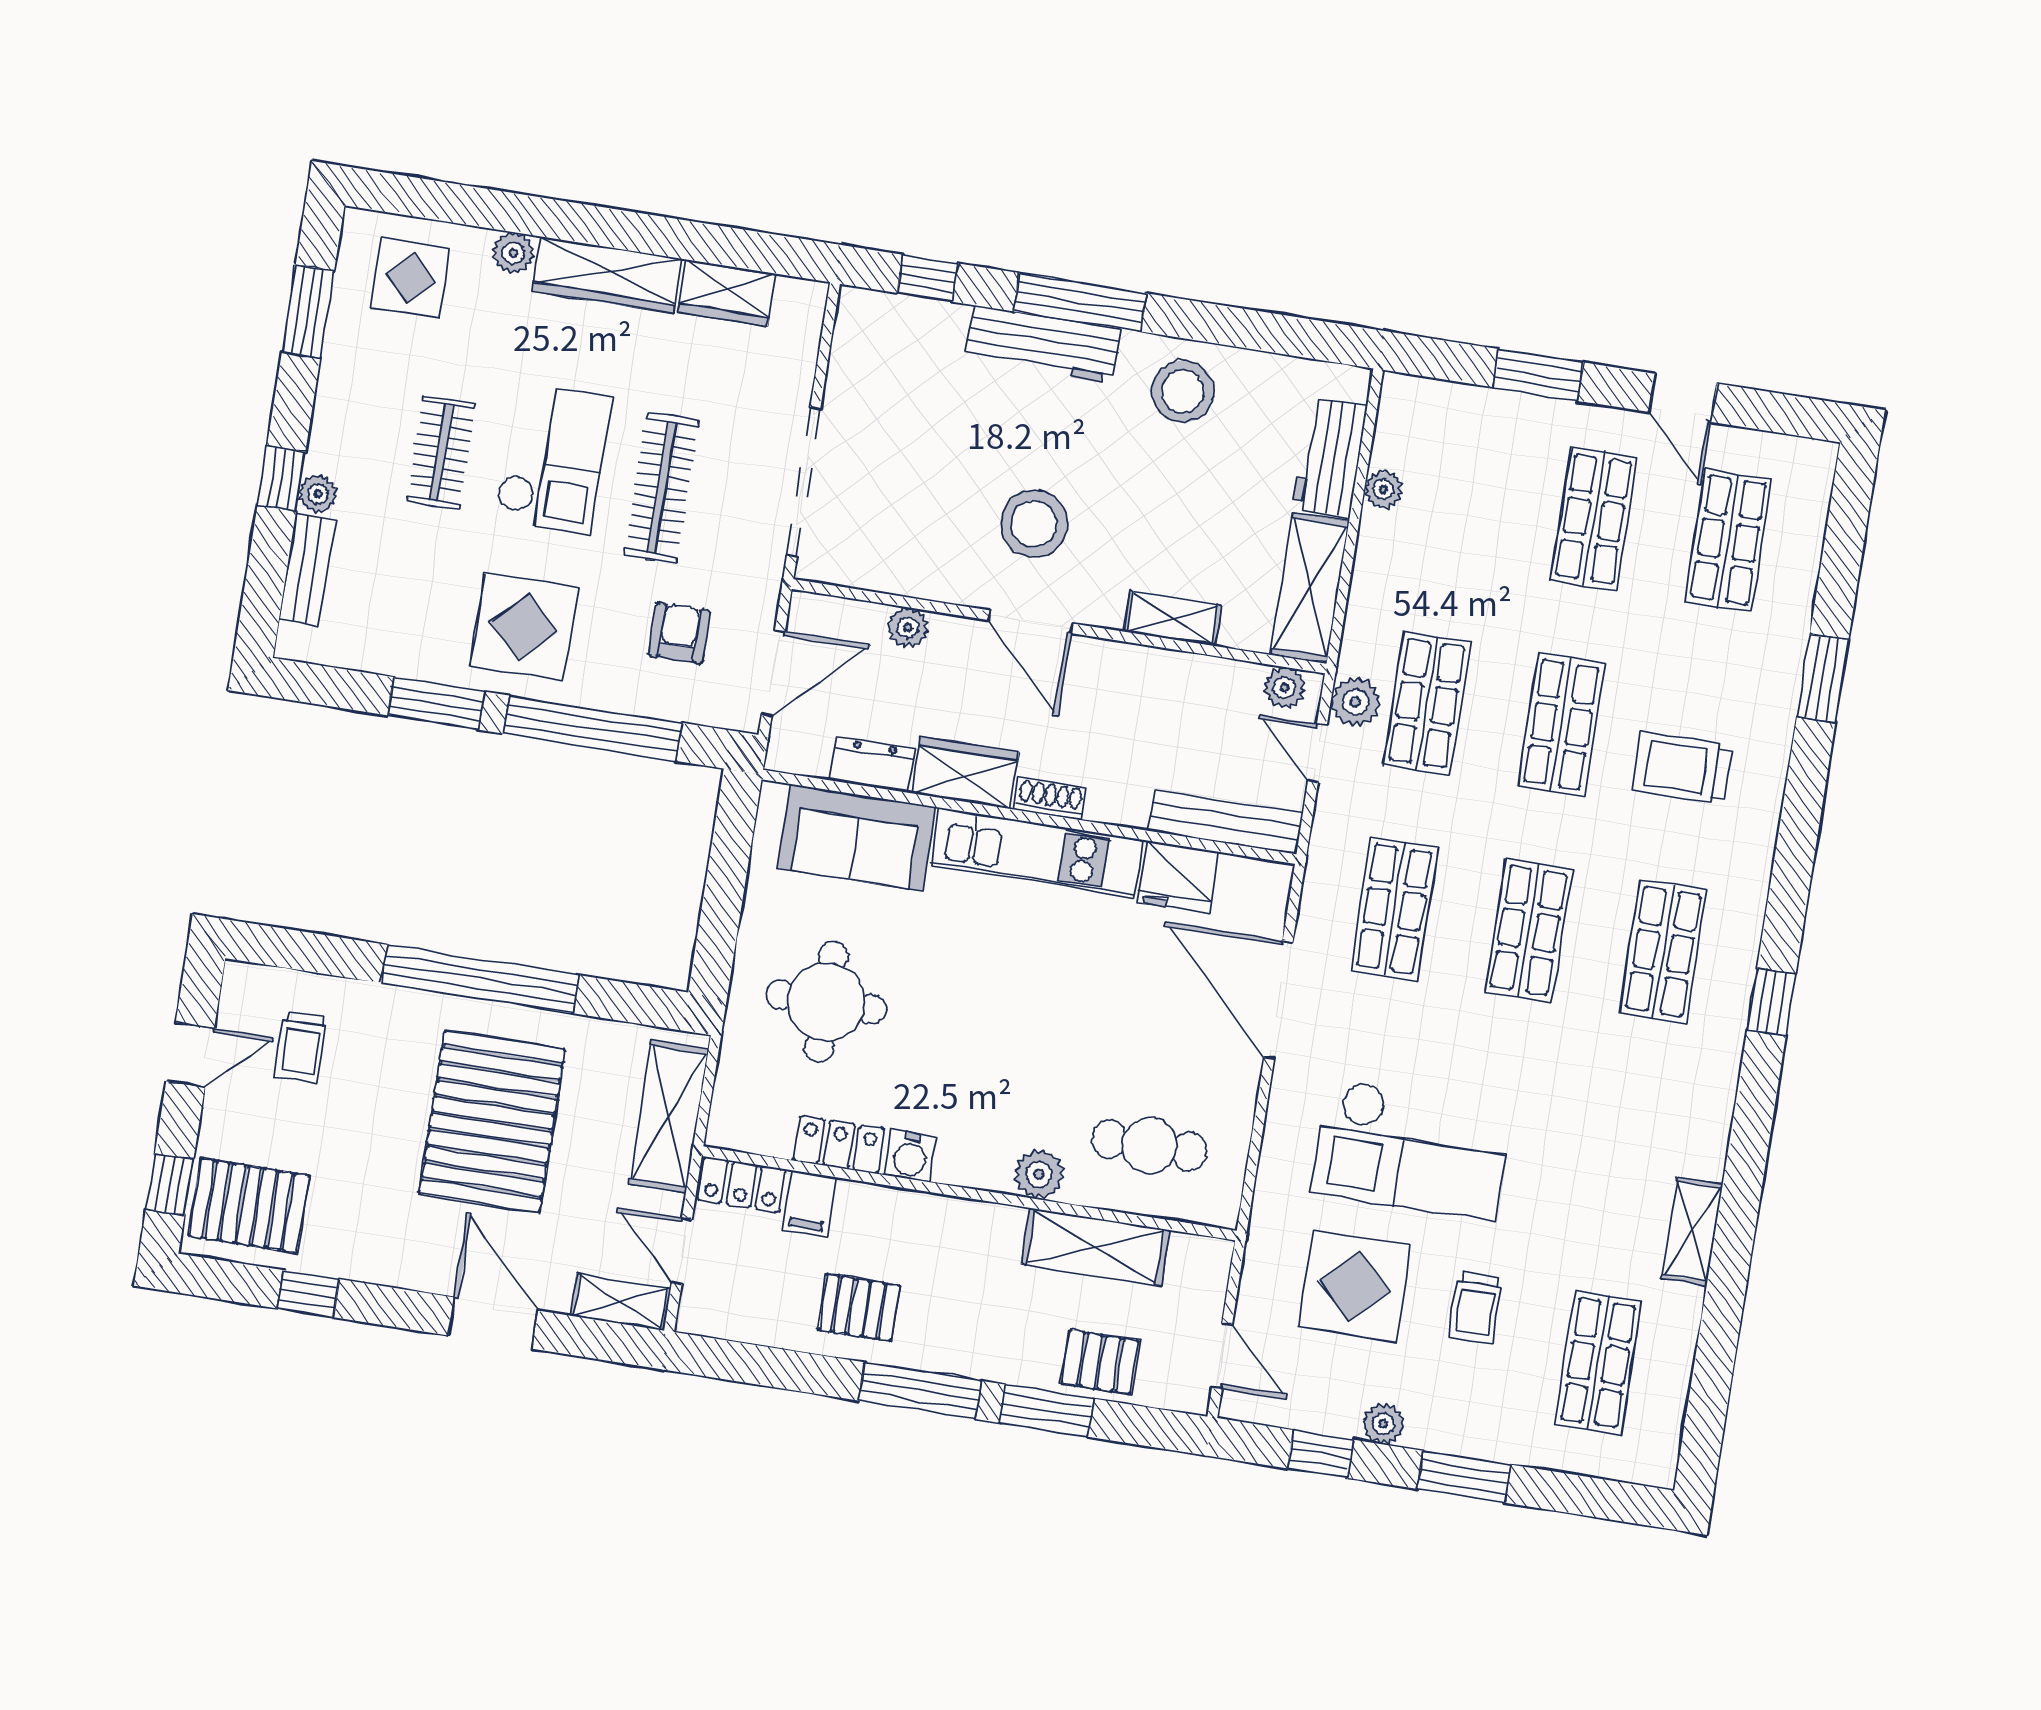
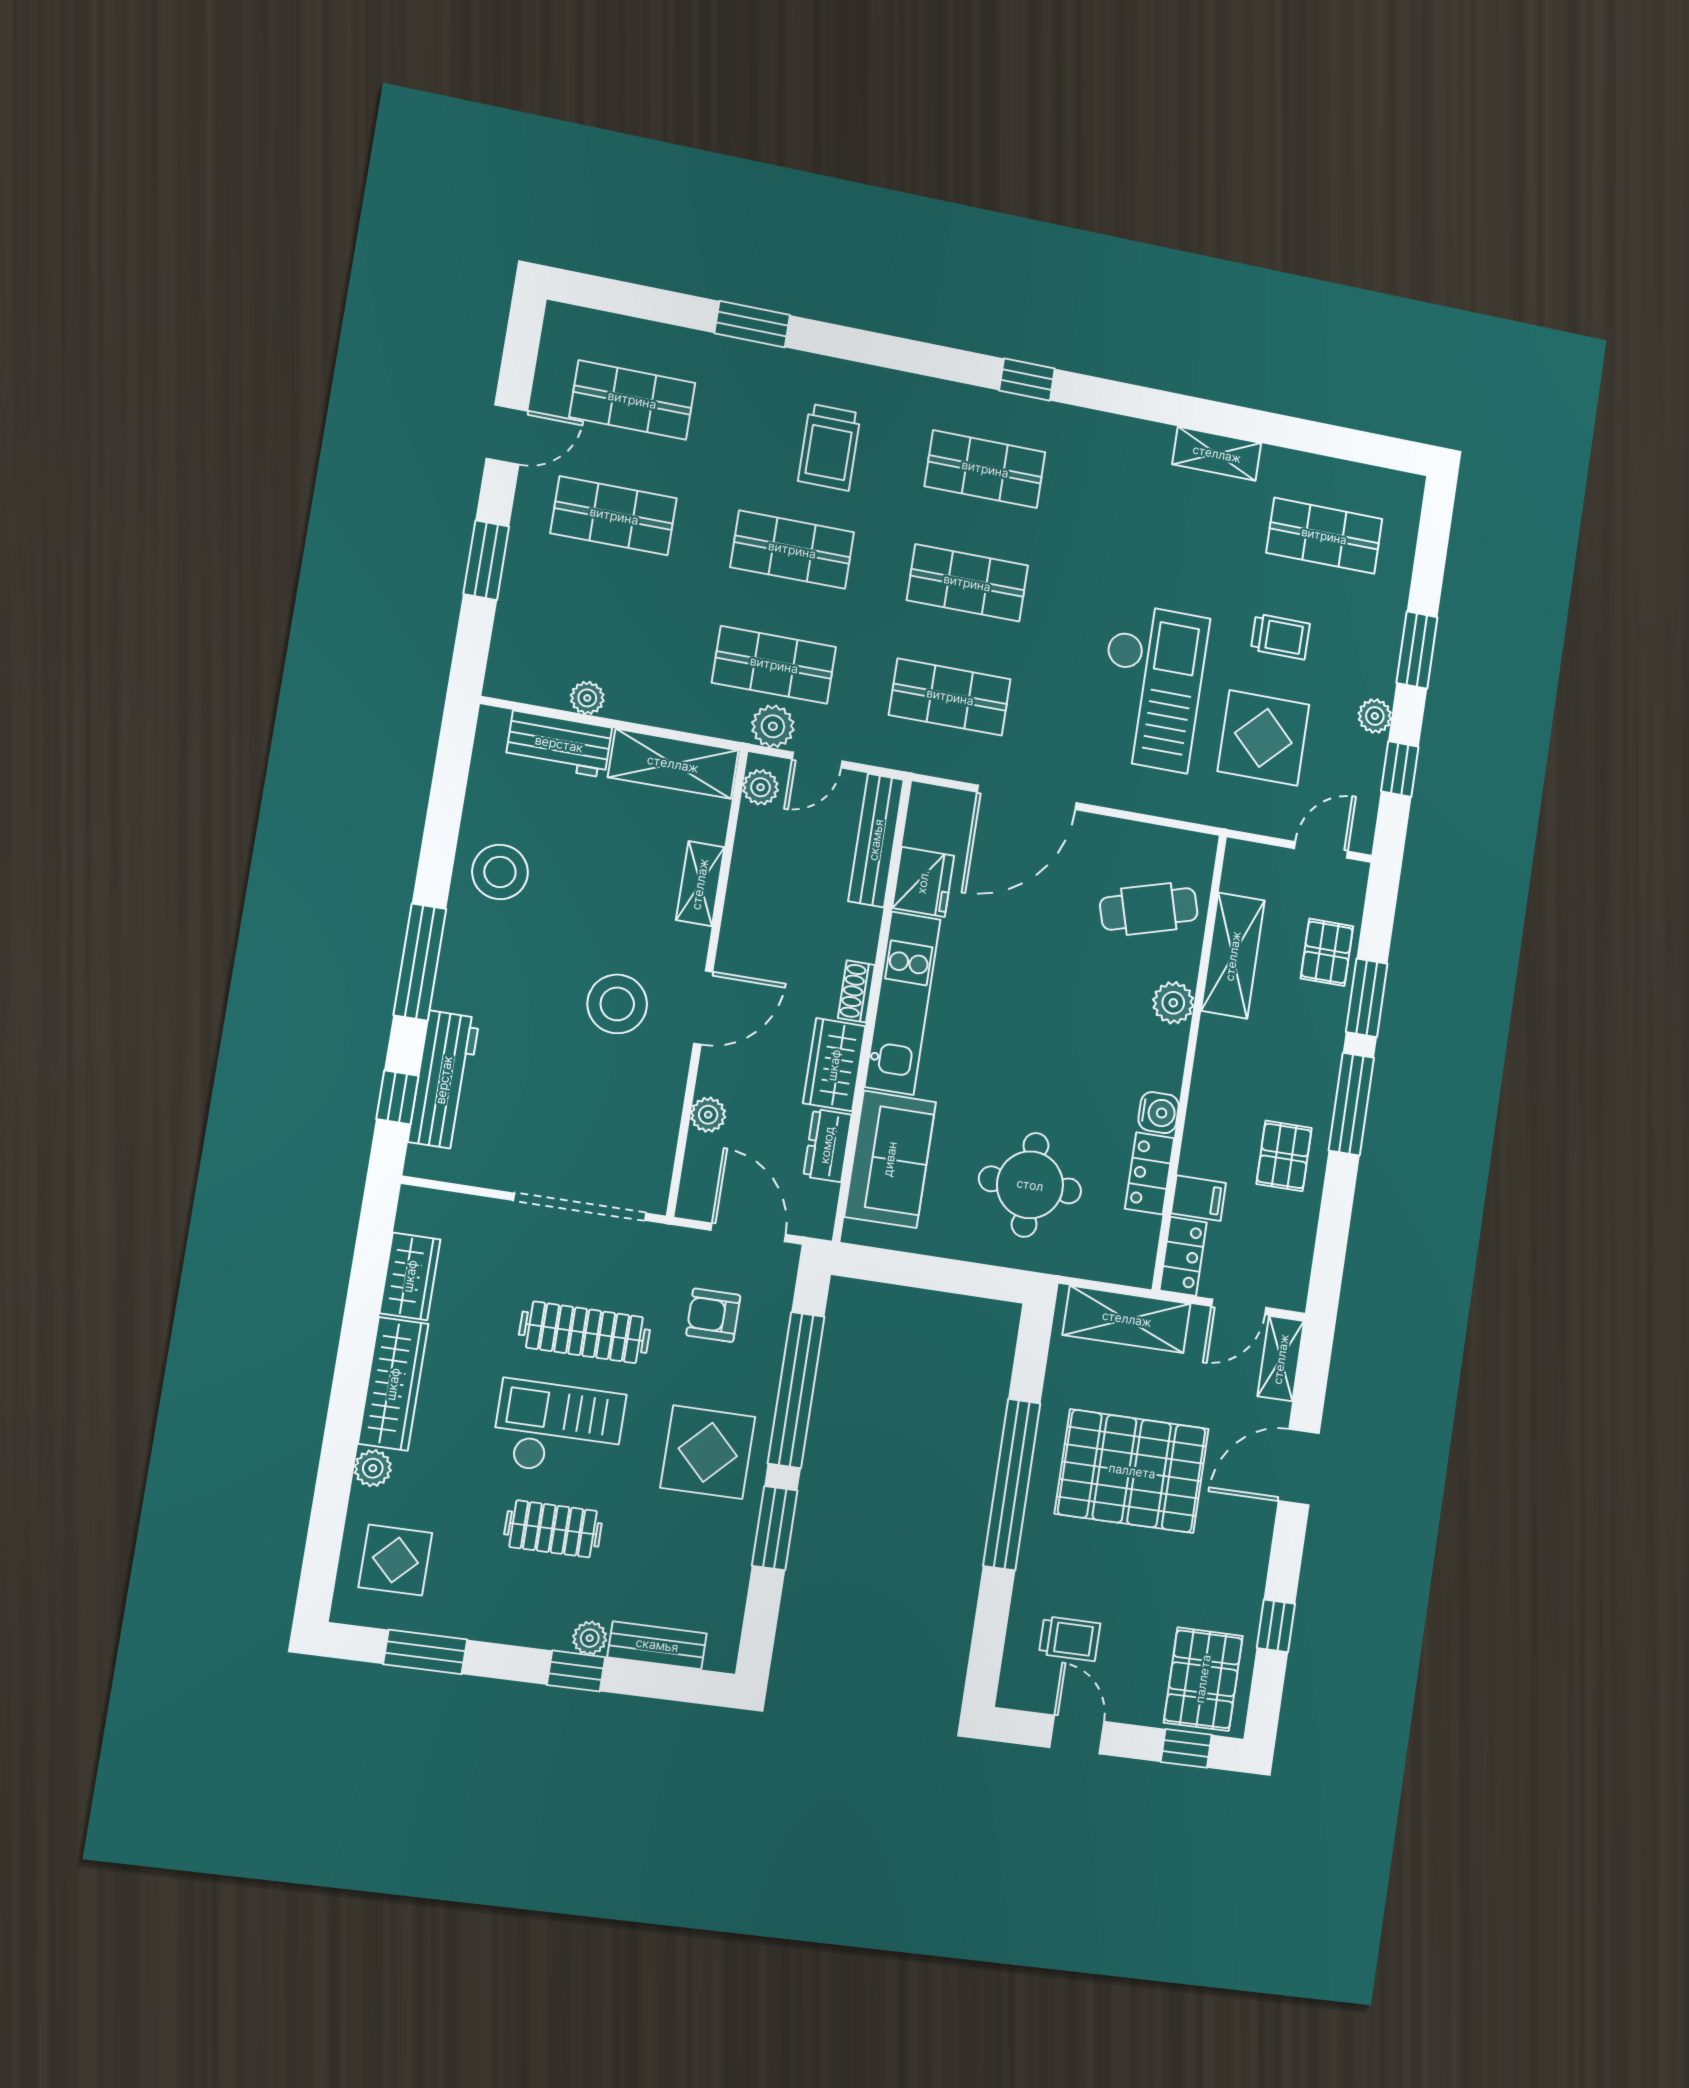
workbench: (1043, 345) -> (444, 1080), moved
cafe table: (1149, 1145) -> (1149, 909), turned 74

